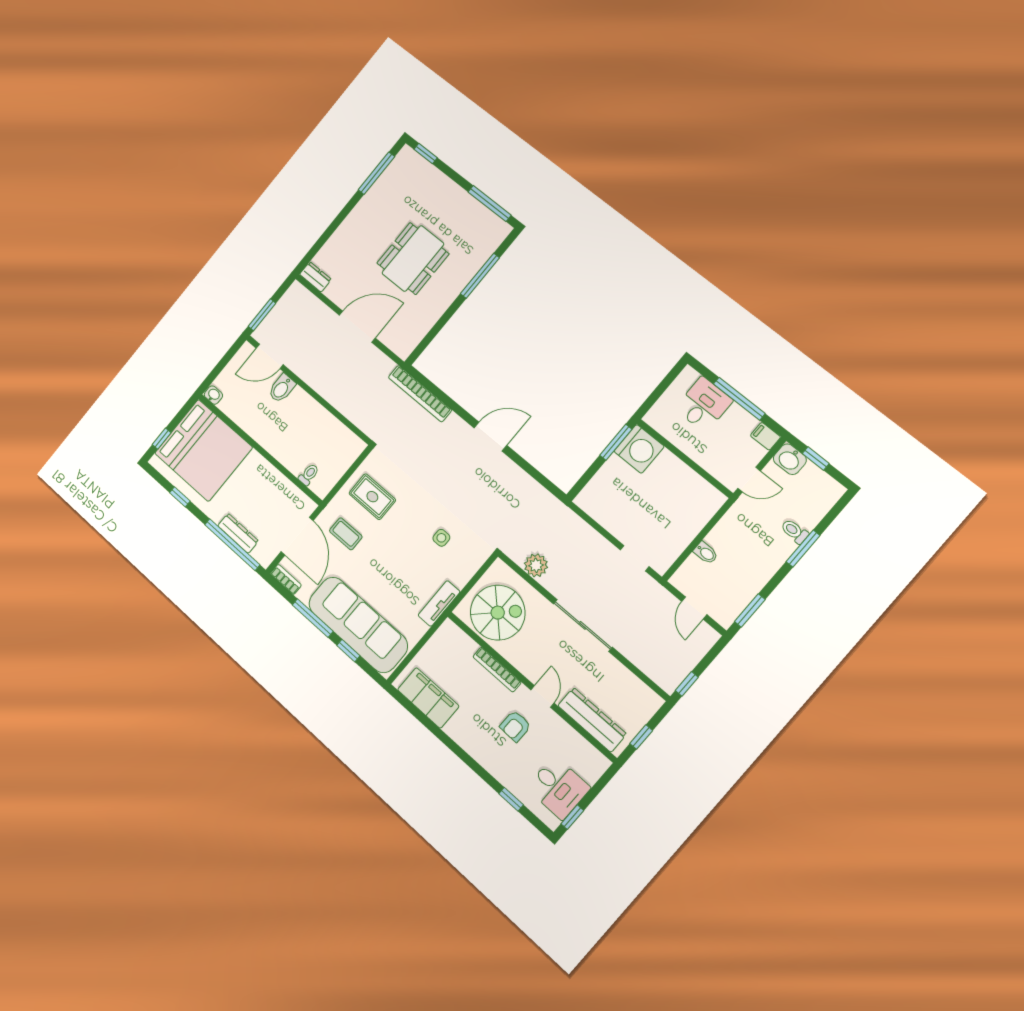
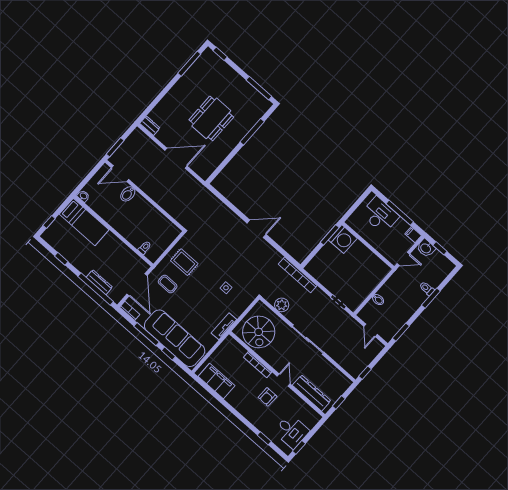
bookcase: (420, 394) -> (298, 275), moved
desk: (704, 404) -> (380, 215), width x1.37
bed: (203, 450) -> (84, 222), width x0.49
spiral stairs: (498, 613) -> (259, 332), turned 90

